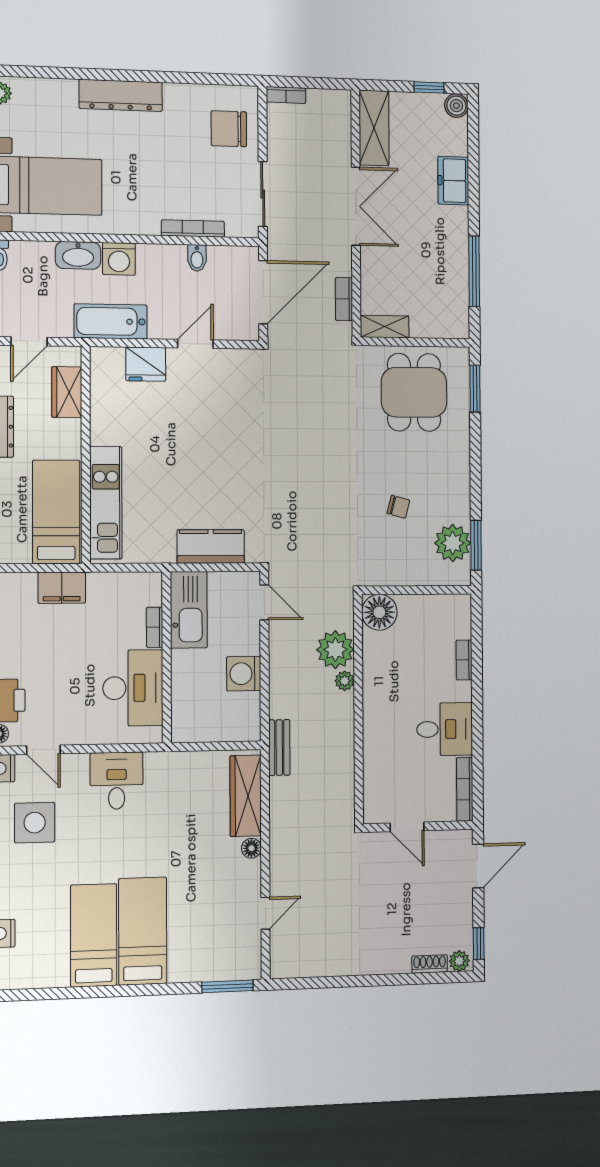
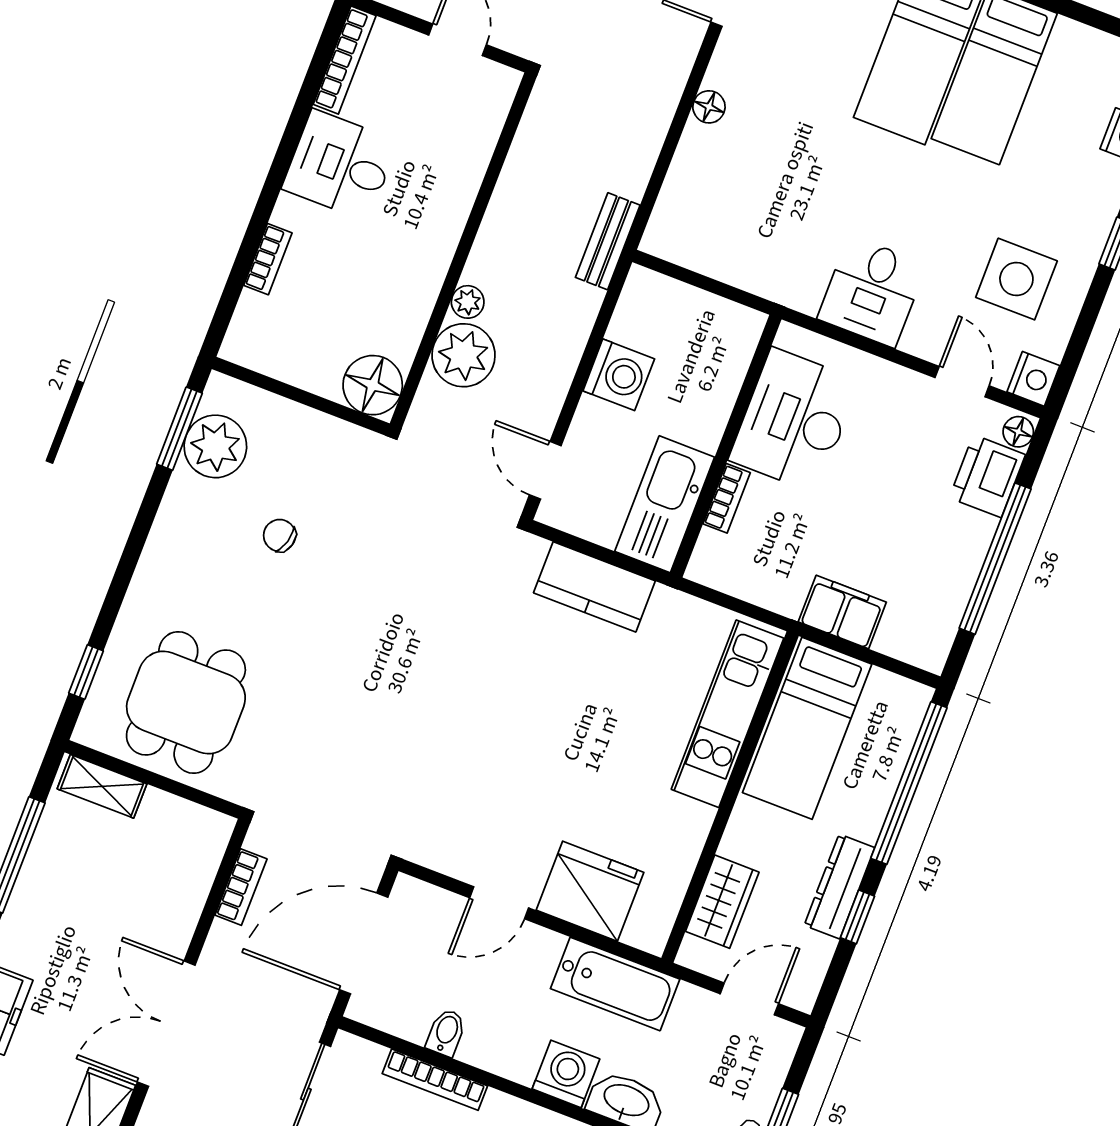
shelving: (385, 327) -> (102, 786), moved
fridge: (146, 364) -> (590, 891), width x1.36, depth x1.34
window: (475, 389) -> (86, 672), width x0.67
wardrobe: (246, 796) -> (687, 189), removed

